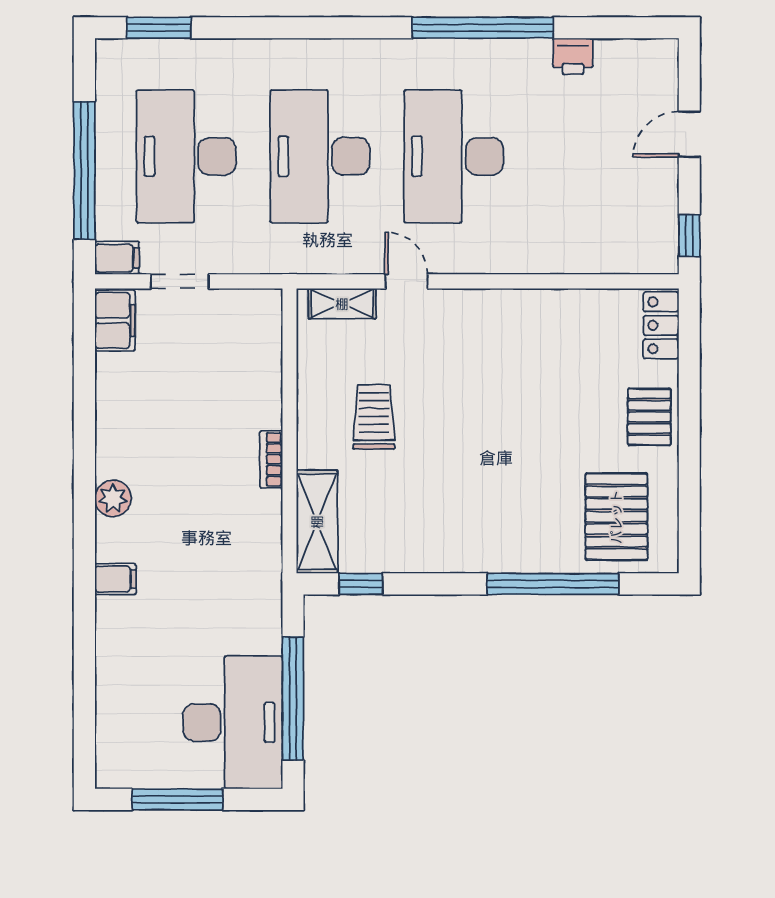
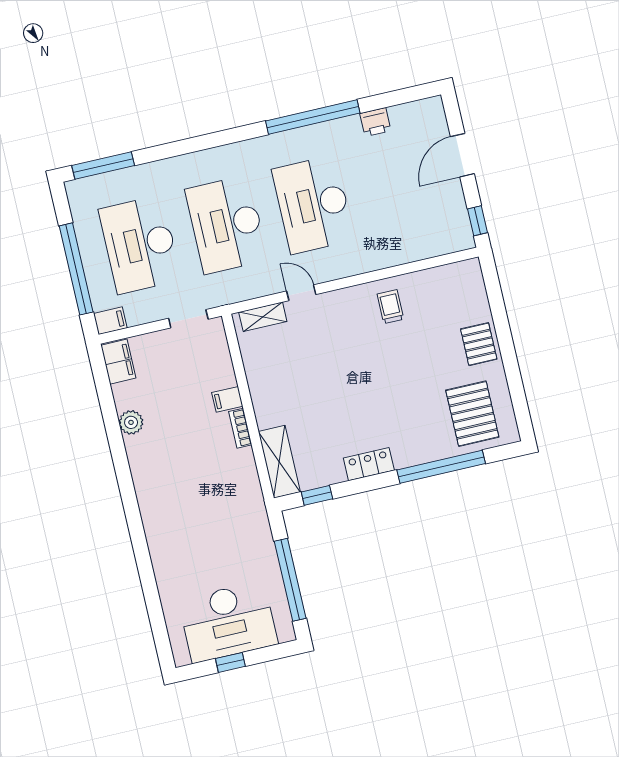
window: (159, 28) -> (103, 165), width x1.44
door: (689, 134) -> (462, 155), width x1.38
doorway: (180, 281) -> (188, 319), moved
locker: (661, 325) -> (369, 464), moved, turned 90
trolley: (374, 417) -> (390, 307), moved, width x0.73, depth x0.72
plant: (113, 498) -> (131, 422), moved
filing cabinet: (115, 579) -> (227, 399), moved, turned 180
desk: (233, 722) -> (228, 622), moved, turned 90
window: (177, 799) -> (230, 662), width x0.46

